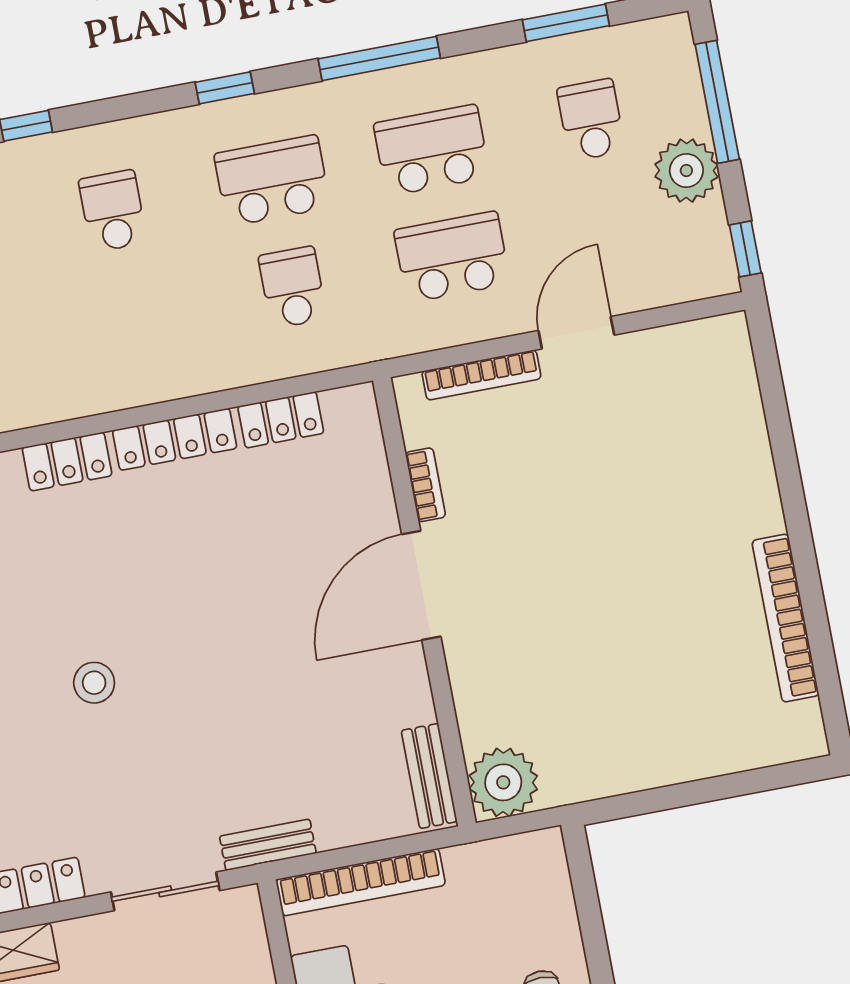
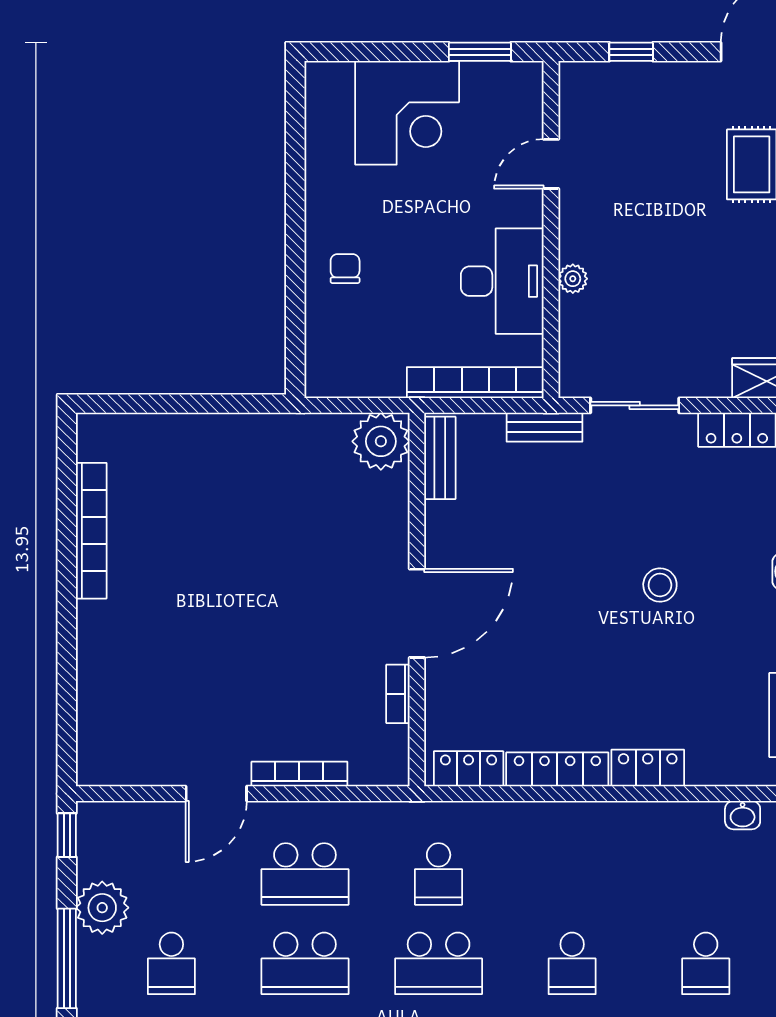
bookcase: (425, 485) -> (398, 694), moved
door: (421, 585) -> (417, 613), moved
wall: (424, 602) -> (417, 599), moved
bench: (429, 776) -> (440, 458), moved
plant: (503, 782) -> (381, 441), moved

